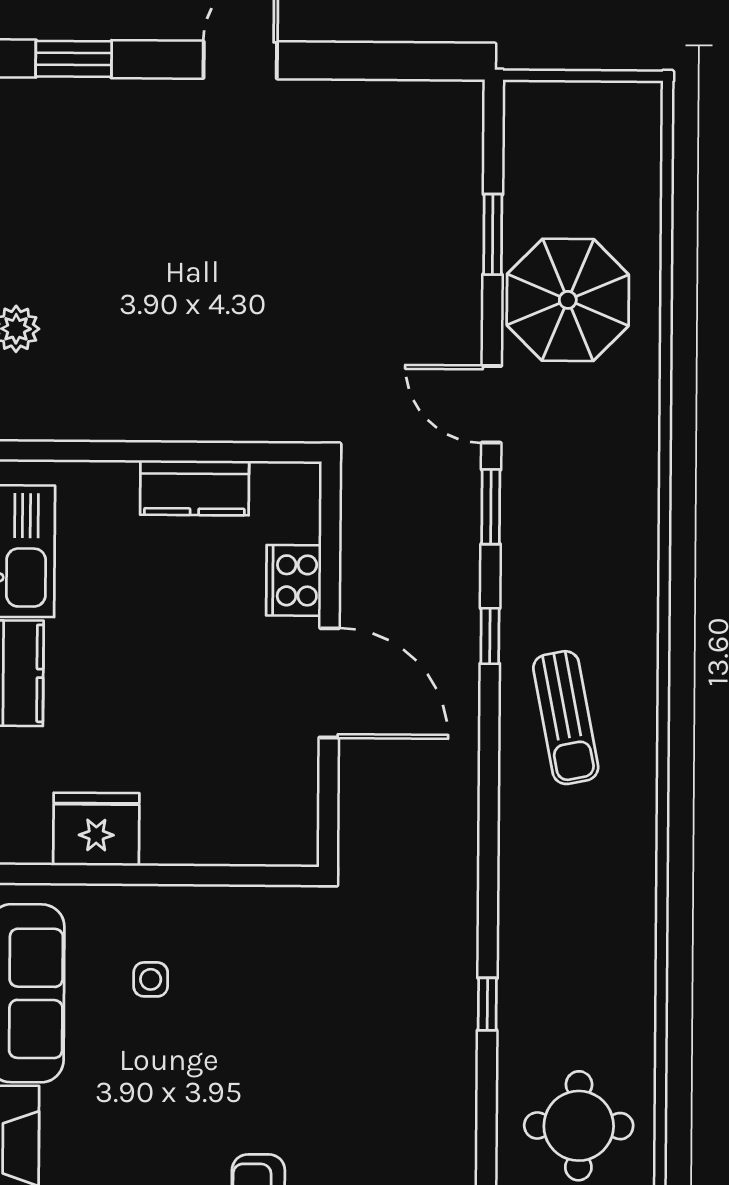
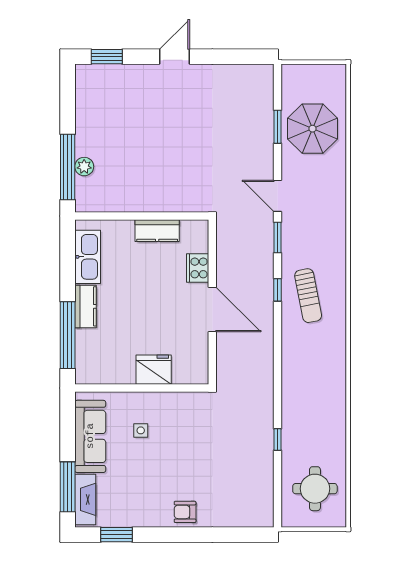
parasol: (568, 300) -> (313, 129), moved
sun lounger: (566, 718) -> (308, 296), moved
fridge: (96, 829) -> (154, 370), moved

